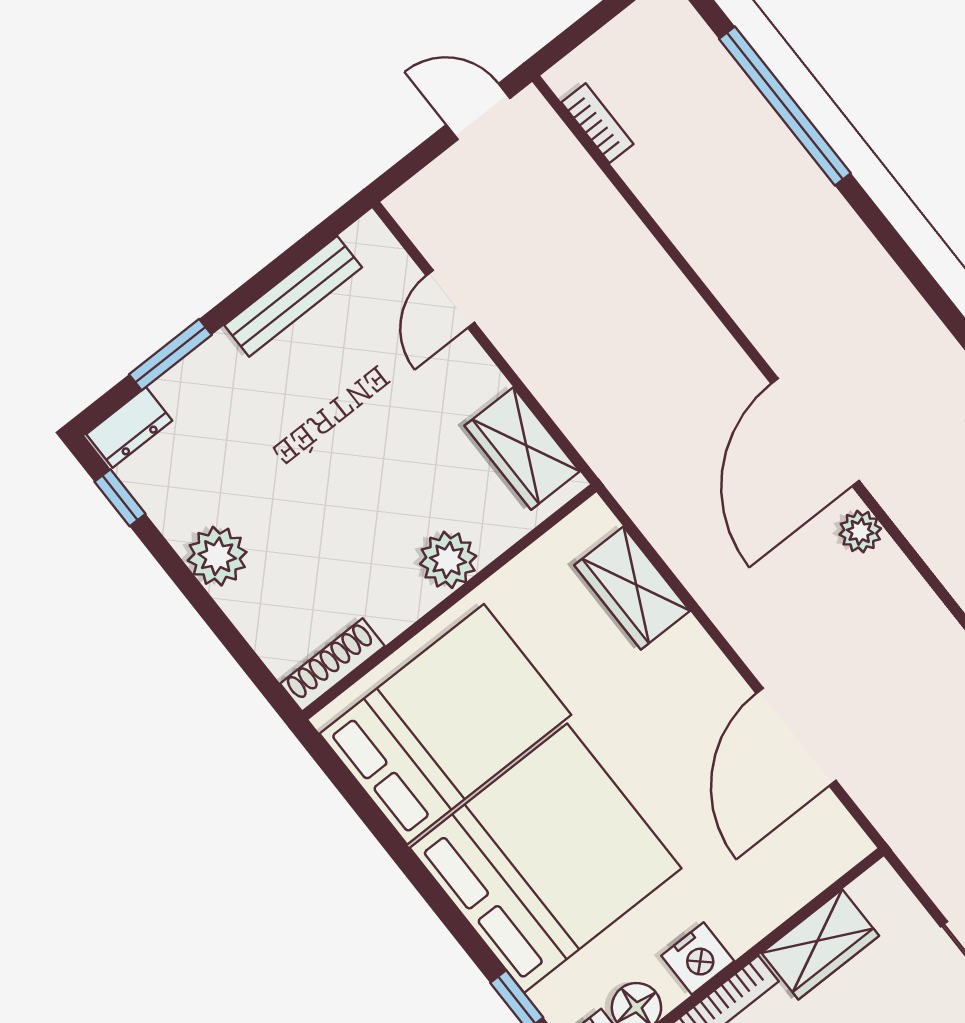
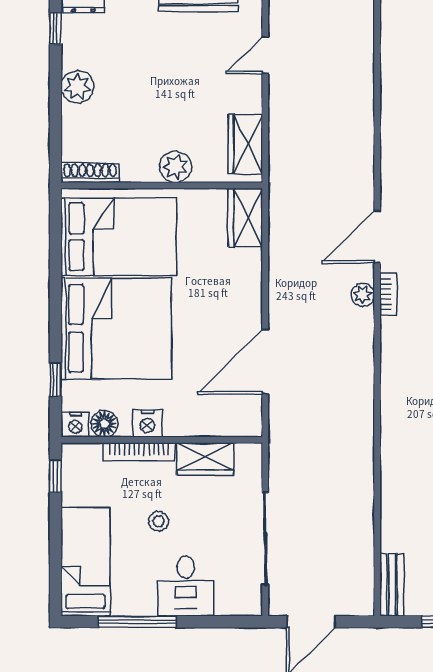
bookcase: (597, 123) -> (388, 294), moved
door: (815, 432) -> (377, 237), width x0.73
wardrobe: (632, 588) -> (245, 218), moved

